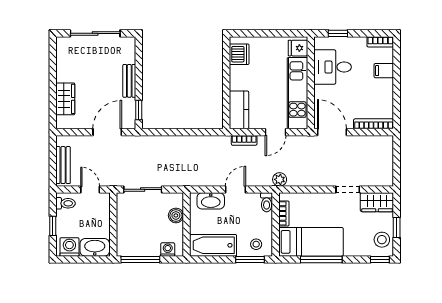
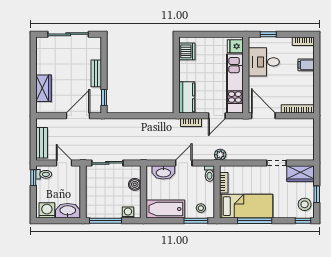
window: (53, 226) -> (33, 178), moved

